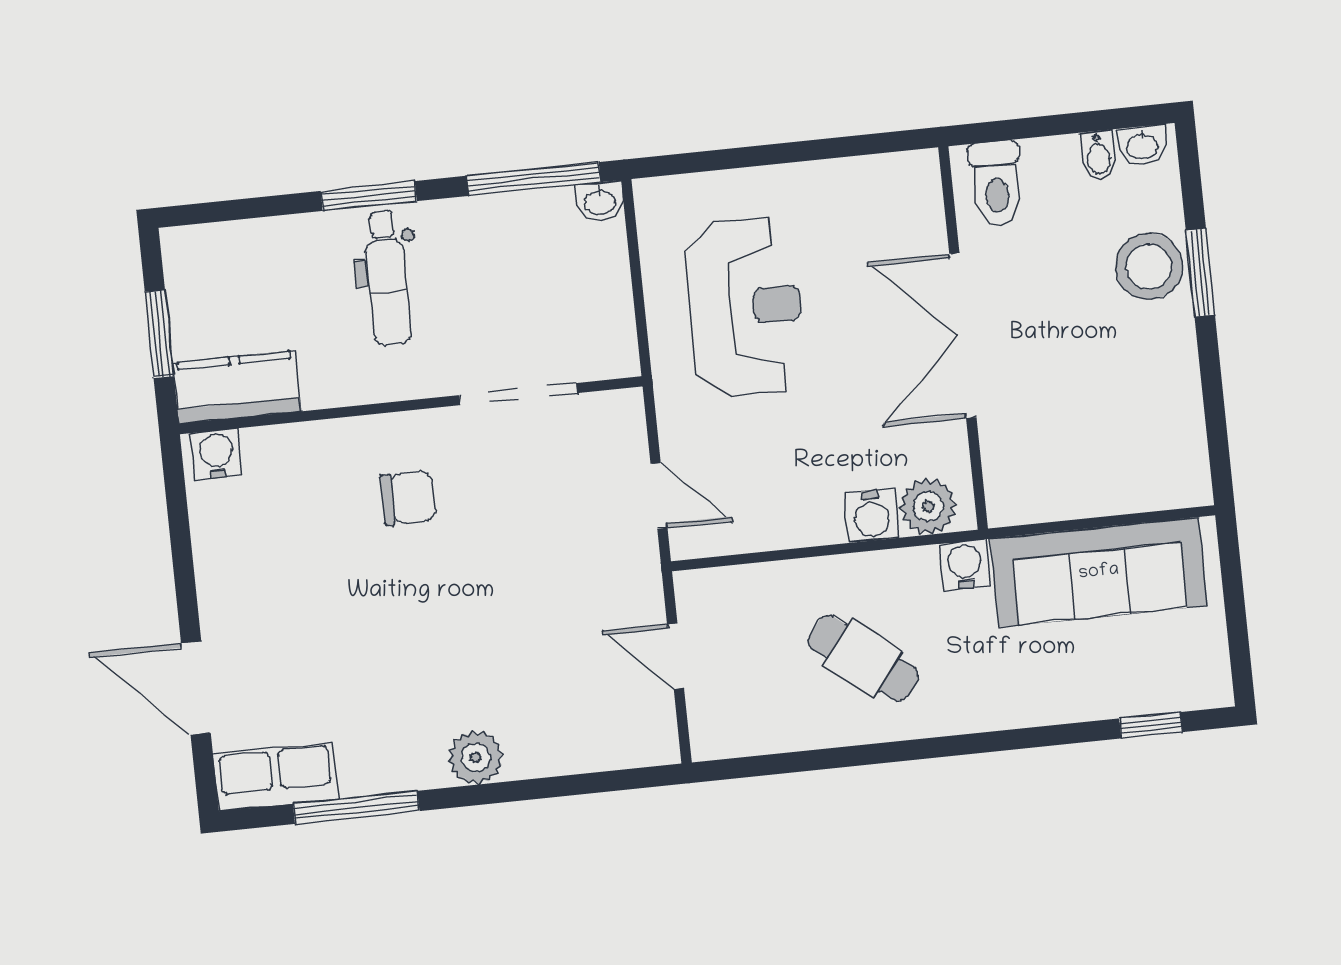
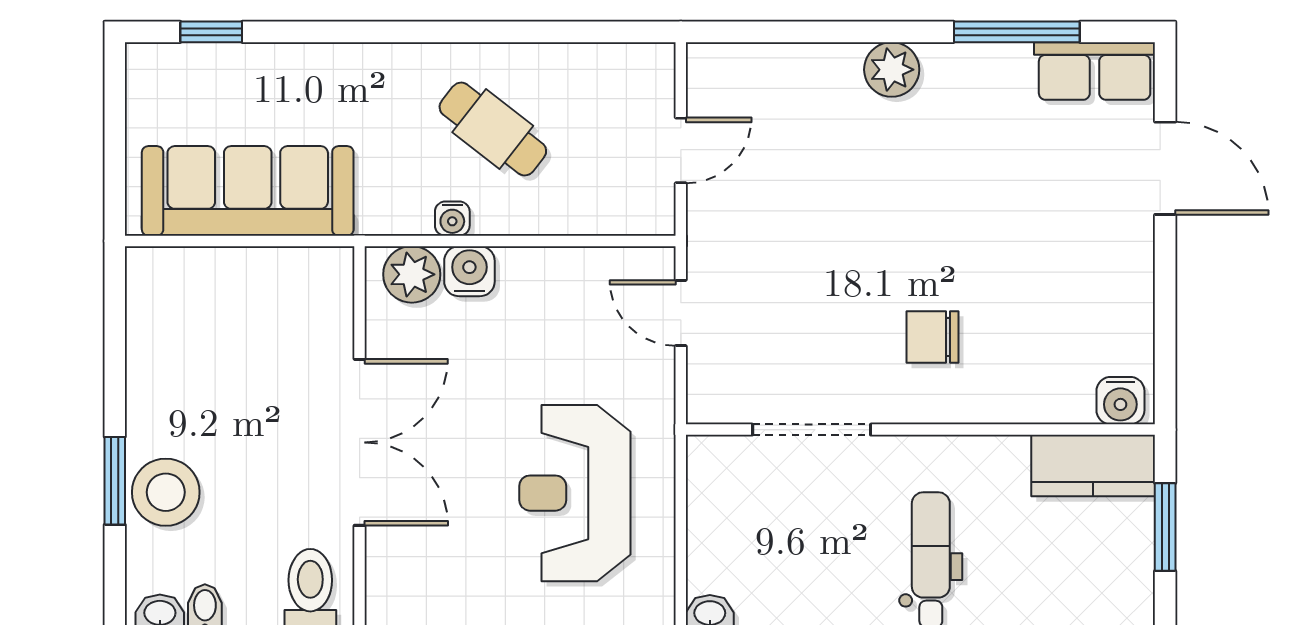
water cooler: (965, 565) -> (452, 219), moved, width x0.72, depth x0.72
door: (676, 656) -> (681, 150), hinge flipped

